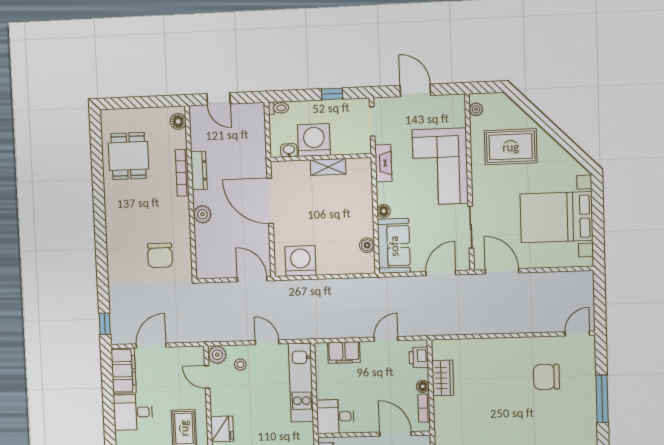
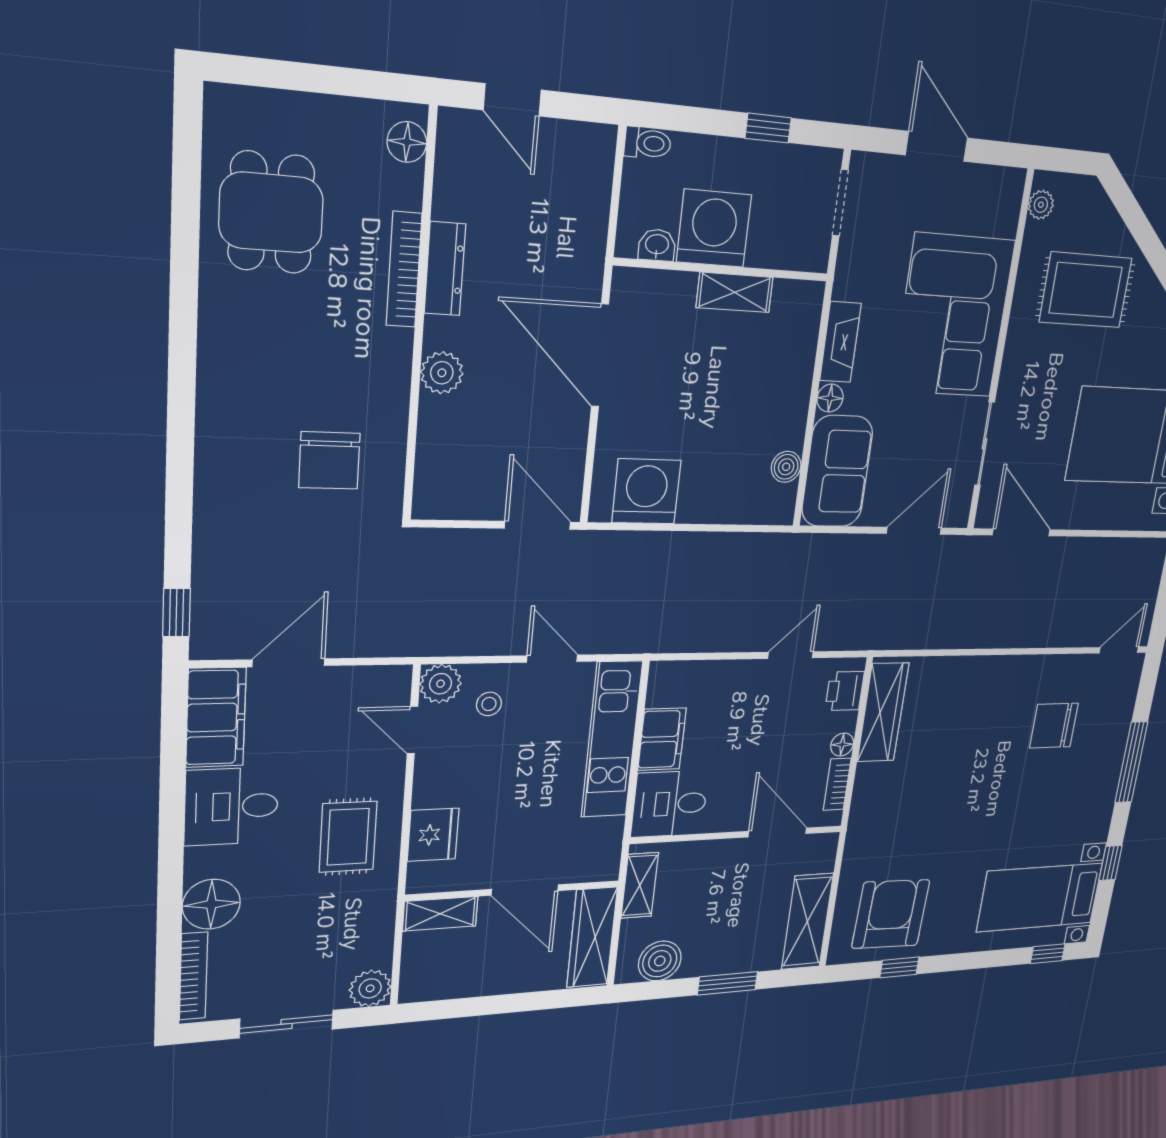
fireplace: (383, 163) -> (840, 342), moved
filing cabinet: (344, 352) -> (662, 739), moved, turned -90
wardrobe: (443, 378) -> (883, 712), width x1.50

